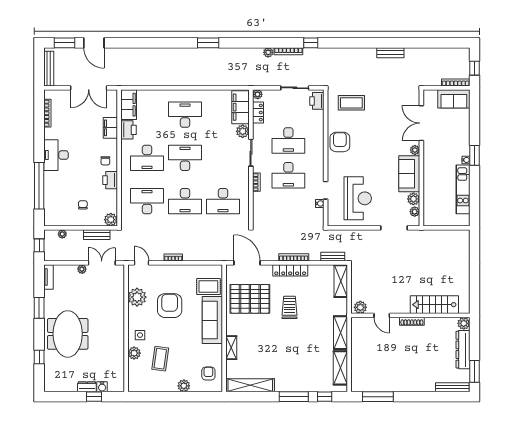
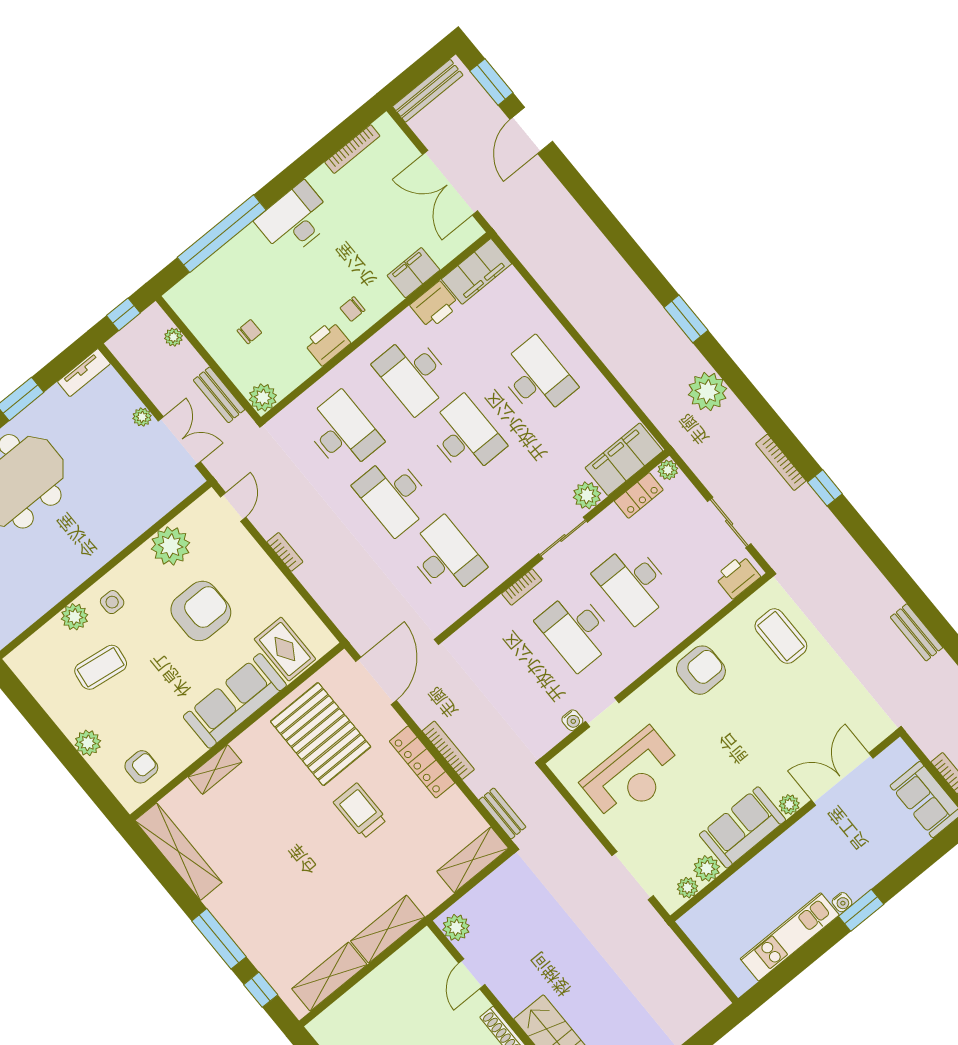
plant: (268, 52) -> (707, 392), moved, width x1.87, depth x1.87
desk: (223, 201) -> (445, 558), turned 180
trolley: (289, 307) -> (360, 811), turned -90

